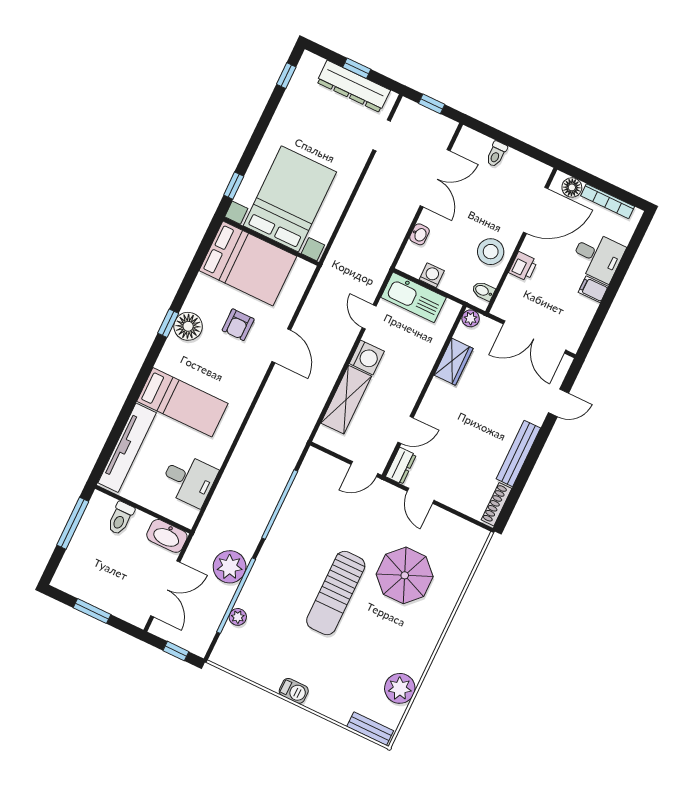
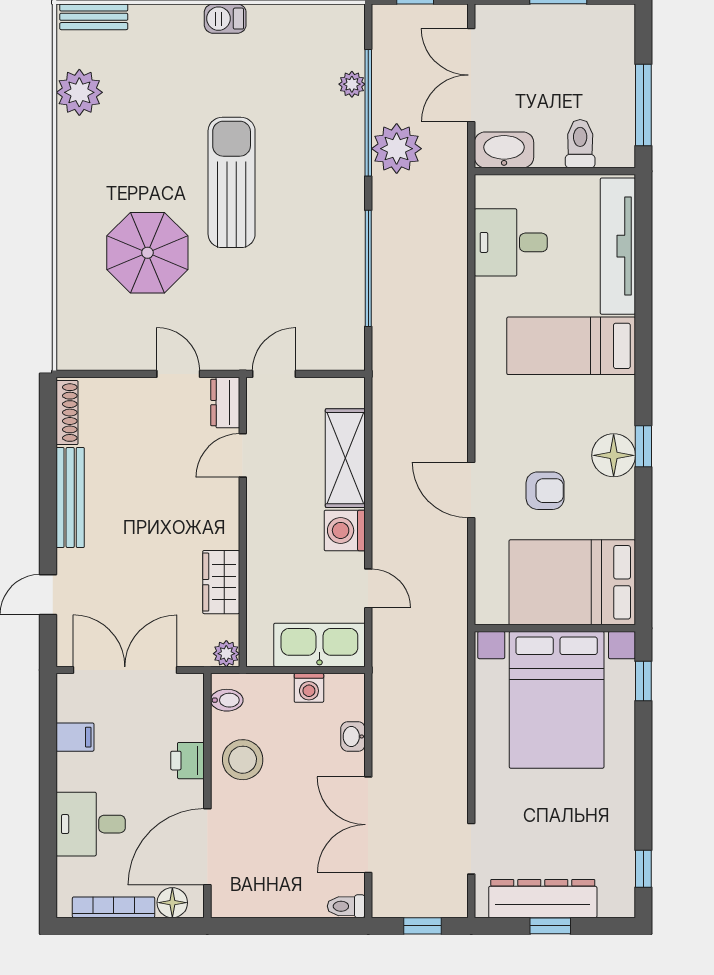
toilet: (496, 154) -> (346, 906), moved, turned -90
filing cabinet: (593, 289) -> (75, 737), moved
armchair: (238, 325) -> (545, 491), turned 90

